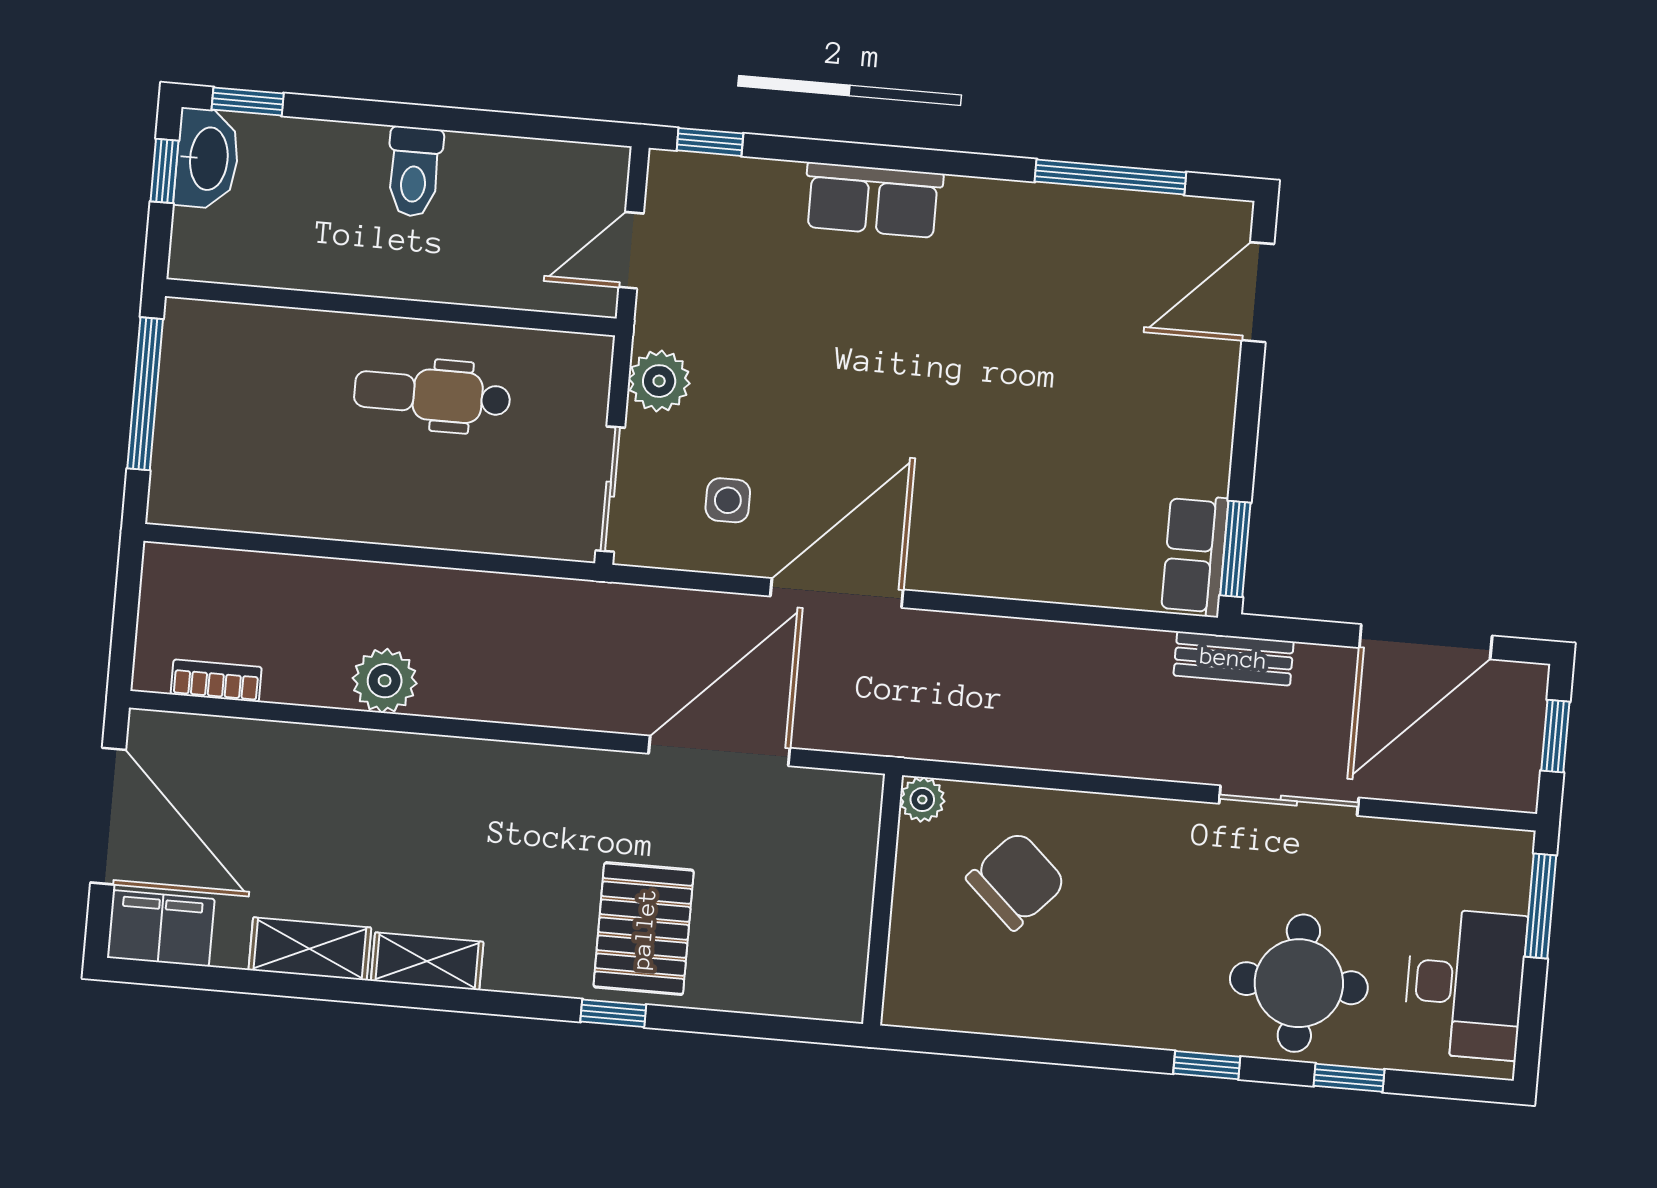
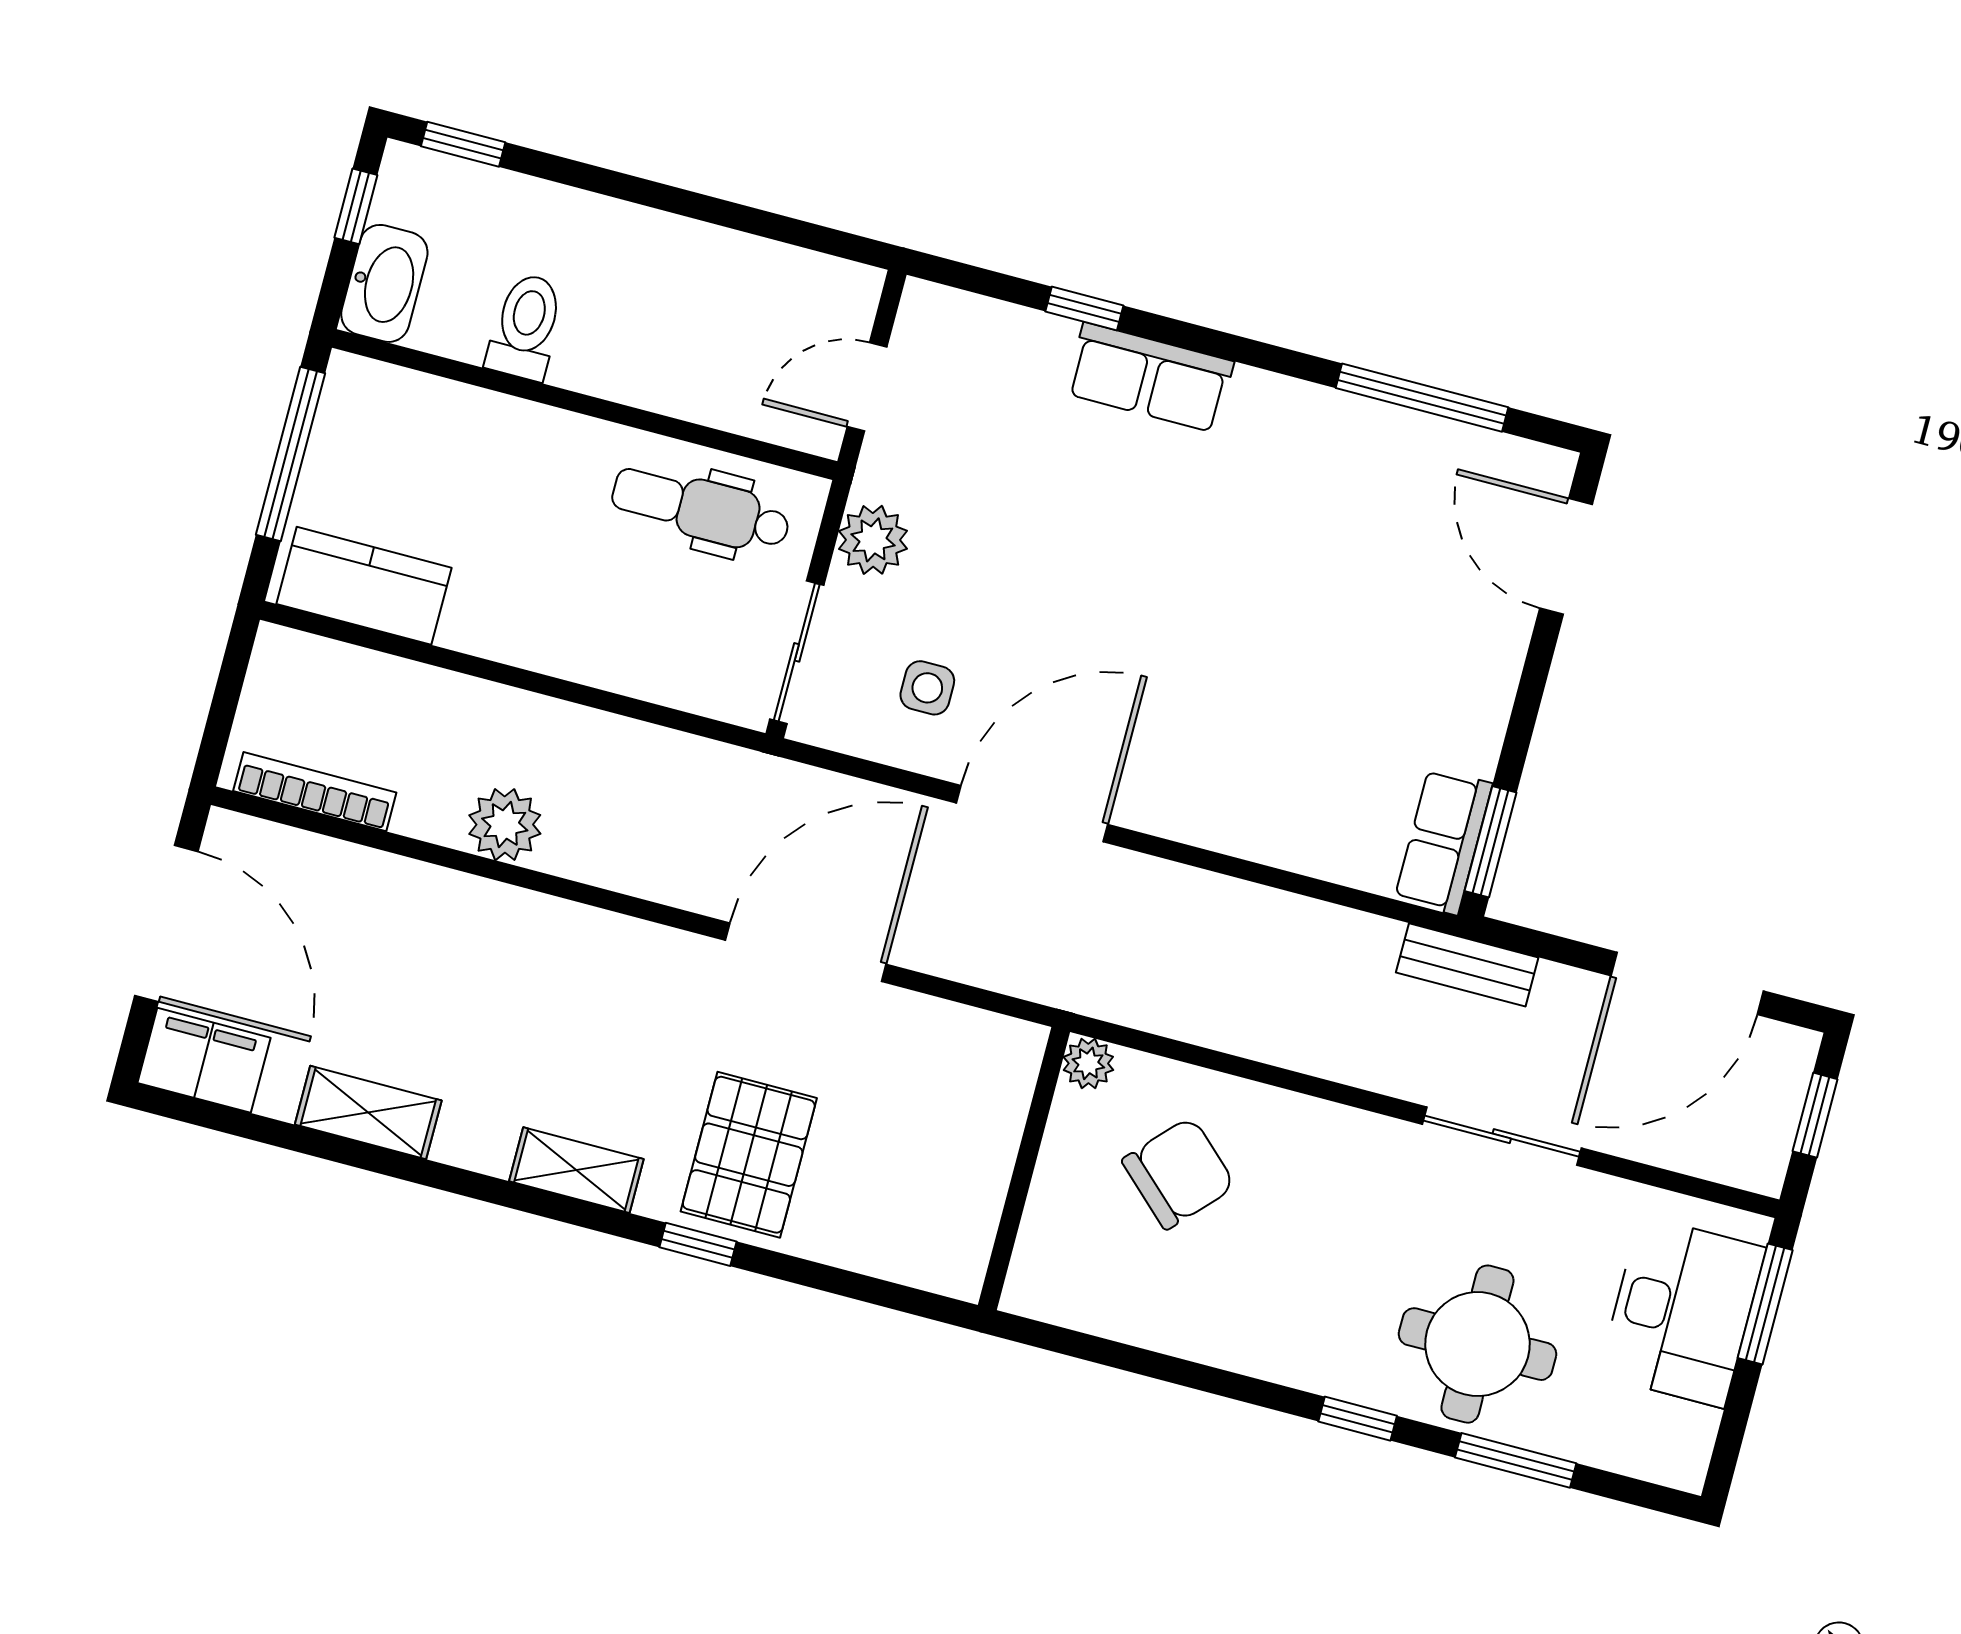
window: (710, 142) -> (1084, 308), moved
washbasin: (207, 159) -> (384, 283), moved
toilet: (414, 172) -> (526, 327), moved, turned 180
door: (1258, 292) -> (1566, 556), hinge flipped
dental chair: (432, 395) -> (701, 509), moved
kitchen counter: (228, 496) -> (364, 586), added
bookcase: (216, 681) -> (315, 792), width x1.56
door: (719, 751) -> (806, 952), moved
shelving: (427, 961) -> (576, 1170), moved
desk: (1465, 984) -> (1682, 1312), moved
window: (1349, 1078) -> (1516, 1460), width x1.50

